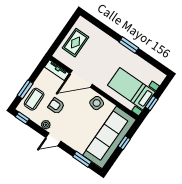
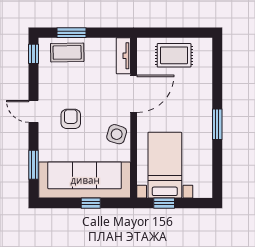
door: (81, 79) -> (134, 94), swing flipped
armchair: (56, 106) -> (71, 119), moved
plant: (46, 125) -> (45, 89), removed

